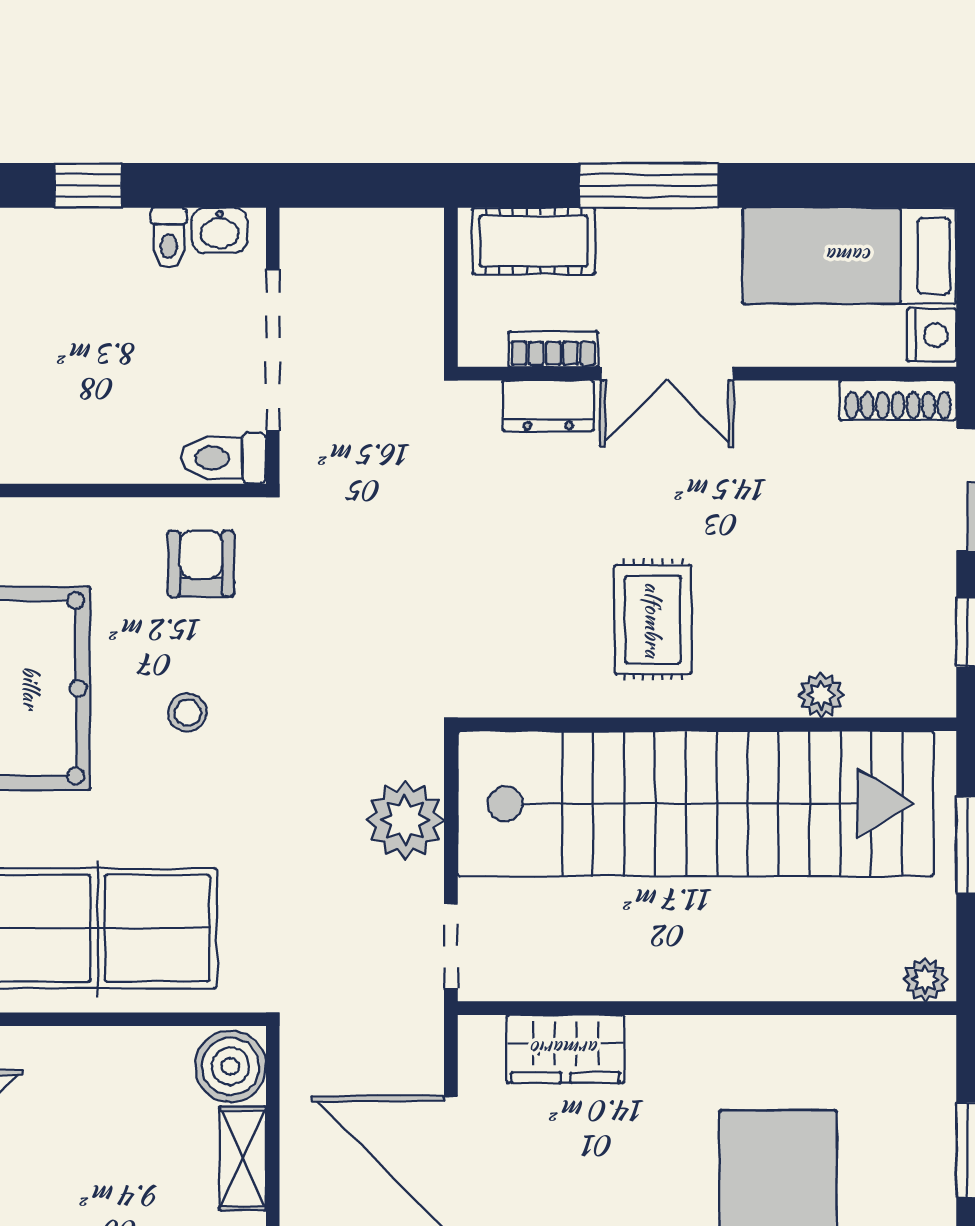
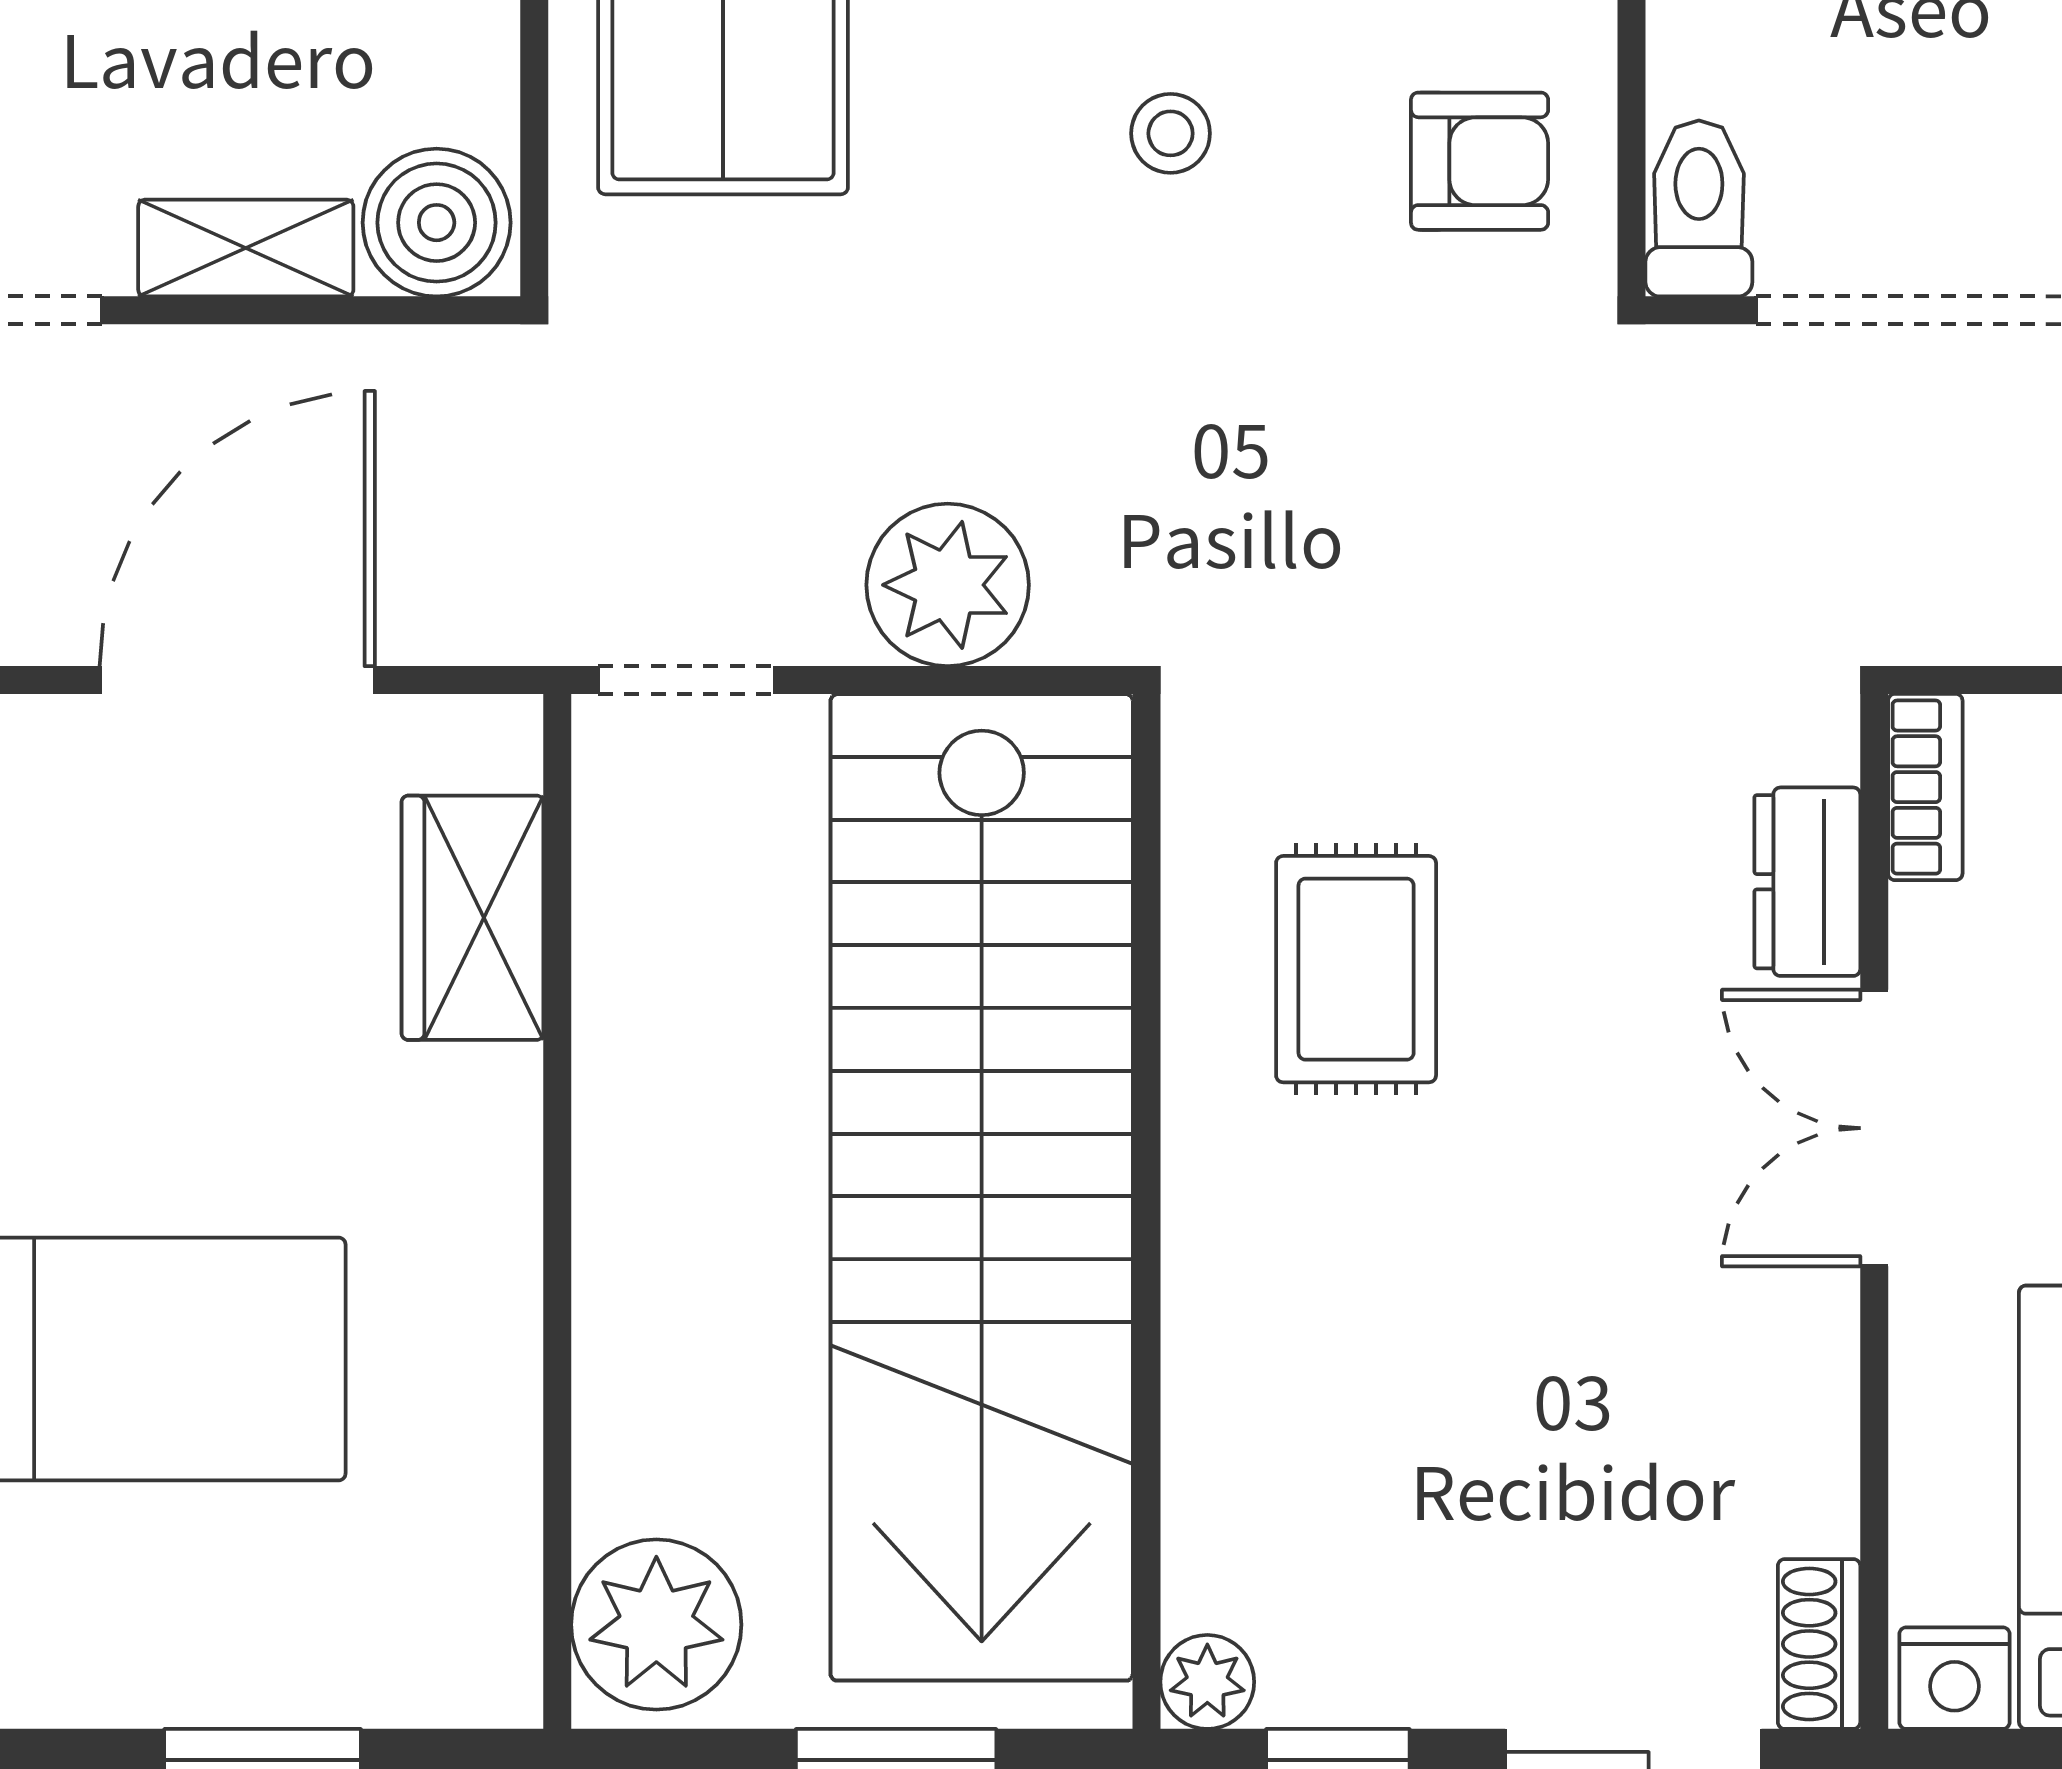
bookcase: (553, 349) -> (1925, 787), moved
shoe rack: (898, 400) -> (1819, 1644), width x0.70
rug: (653, 620) -> (1356, 969), moved, turned 90
plant: (821, 695) -> (1207, 1682), moved
plant: (925, 980) -> (656, 1625), width x1.87, depth x1.87

